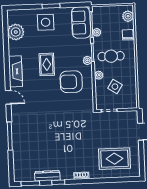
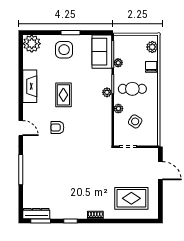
plant: (16, 32) -> (32, 44), moved
fireplace: (16, 71) -> (30, 86), moved
armchair: (71, 82) -> (57, 128), moved, width x0.53, depth x0.53
dresser: (47, 176) -> (36, 214), moved

